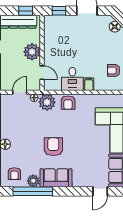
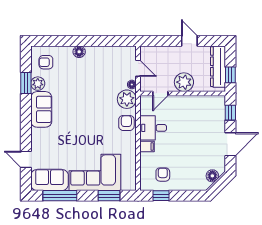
armchair: (68, 103) -> (126, 123), turned 90
armchair: (53, 147) -> (76, 106), removed
window: (33, 191) -> (26, 83), width x0.47

